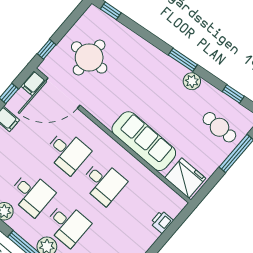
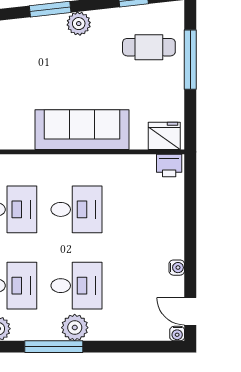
fridge: (185, 178) -> (164, 136), width x0.73, depth x0.75
printer: (162, 222) -> (169, 165), moved, turned -90

